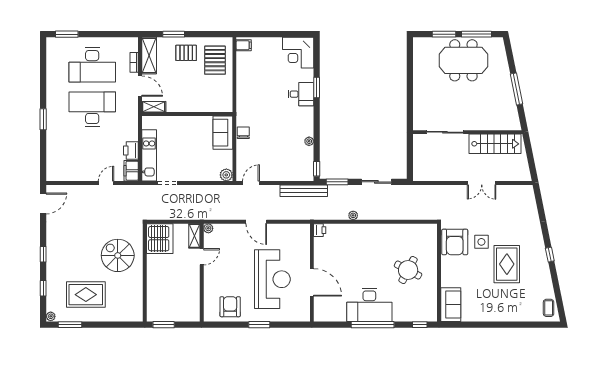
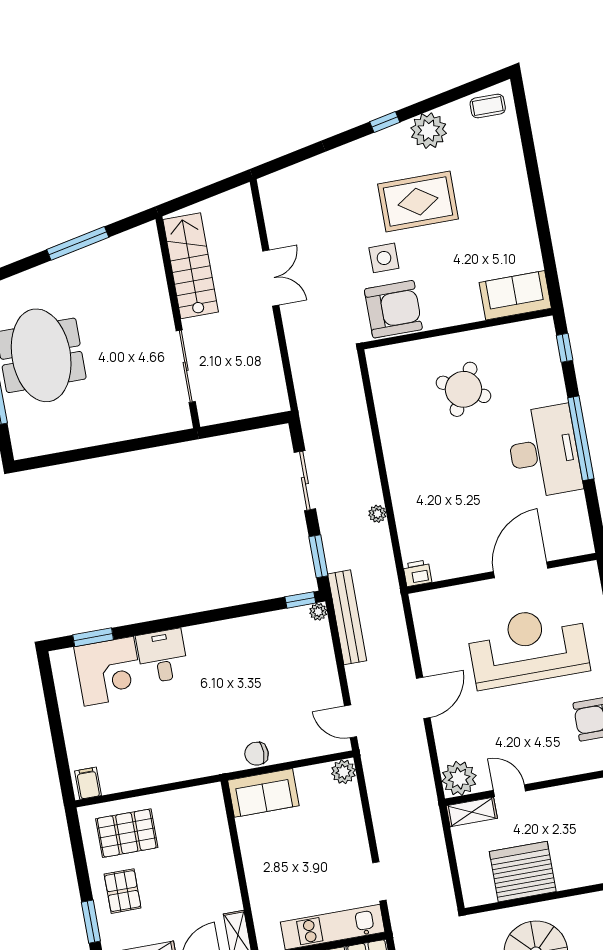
corner desk: (298, 53) -> (109, 671), moved
window: (317, 87) -> (93, 637), moved
plant: (309, 141) -> (318, 612), moved
plant: (208, 228) -> (459, 778), width x1.87, depth x1.87
server rack: (160, 239) -> (523, 872), moved
plant: (542, 276) -> (429, 131), added

